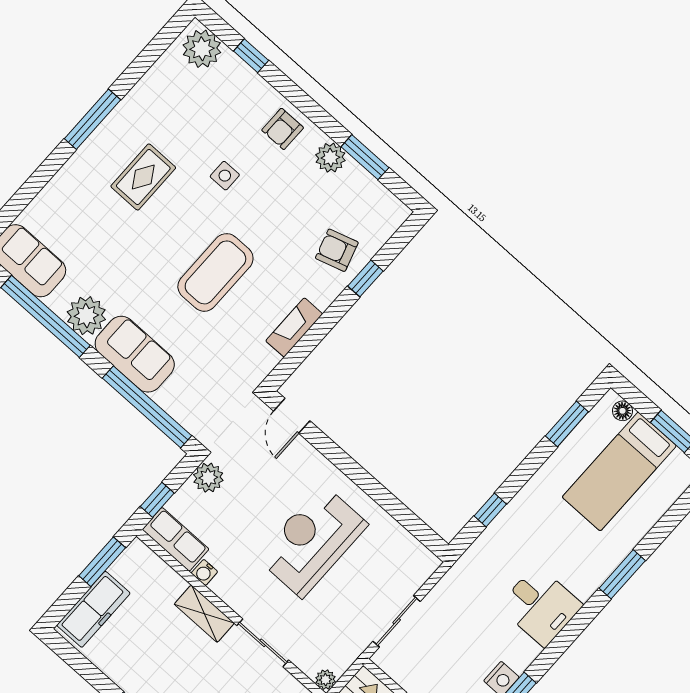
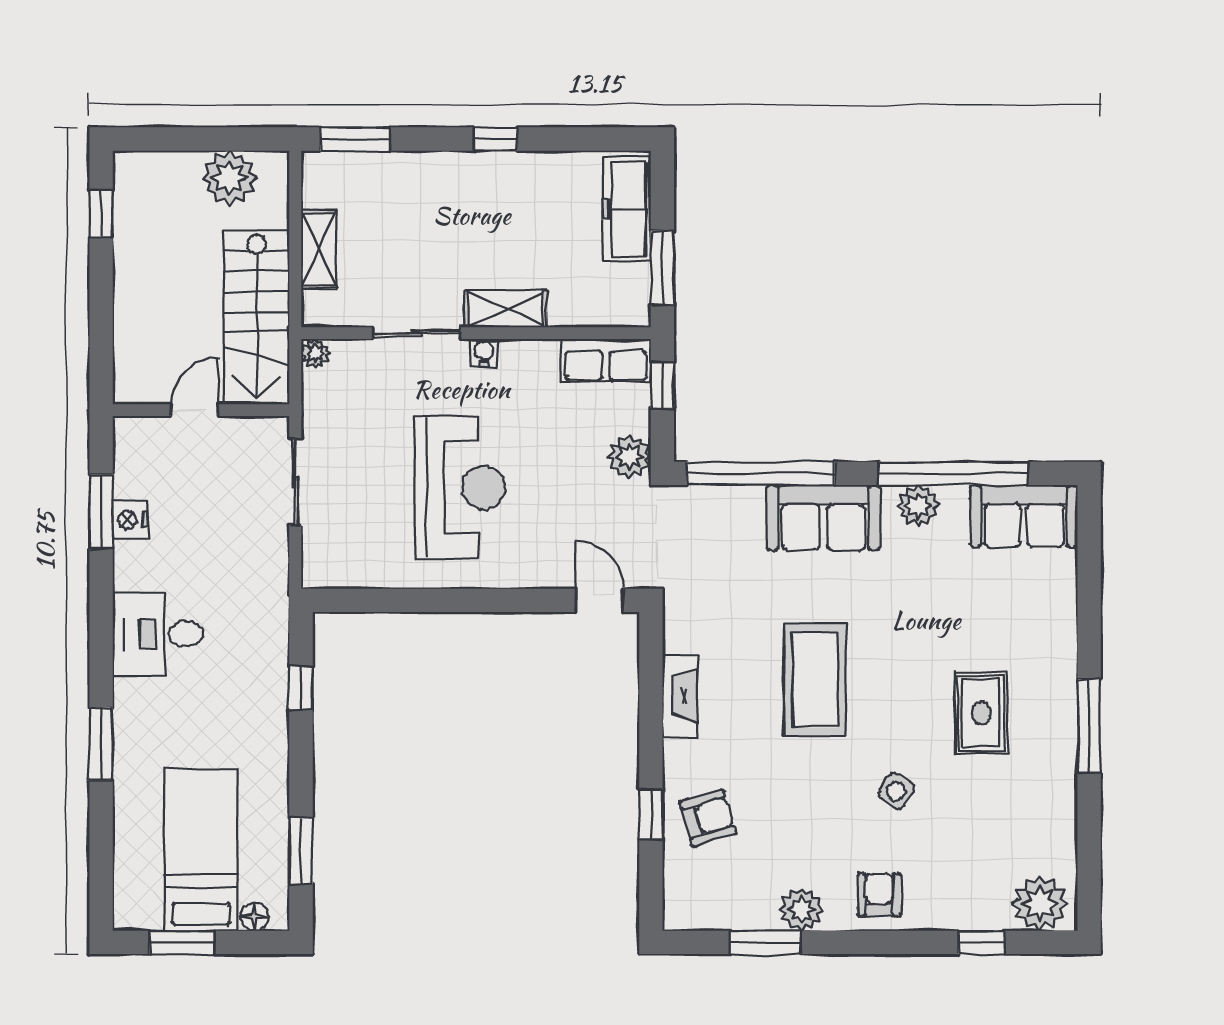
side table: (225, 176) -> (896, 791), turned 34
plant: (86, 316) -> (918, 505), width x0.73, depth x0.73
water cooler: (204, 572) -> (484, 353), moved

